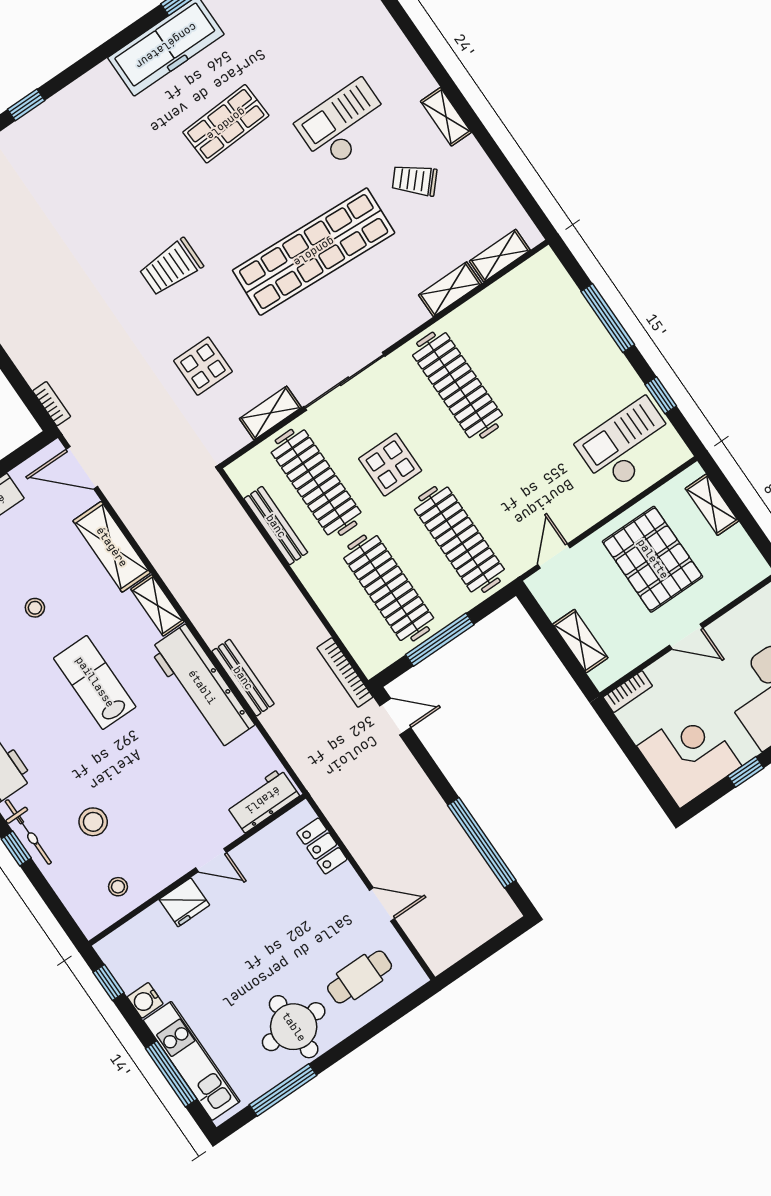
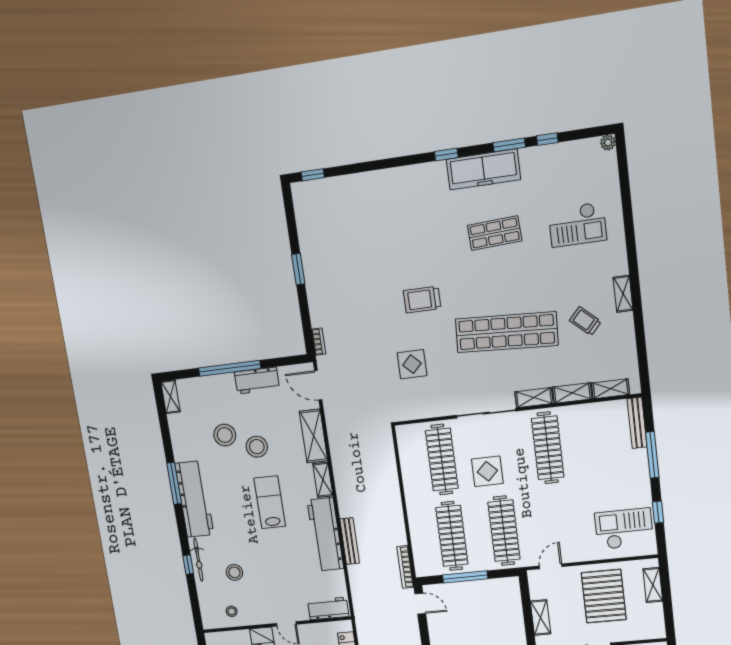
window: (26, 105) -> (446, 154), moved
checkout: (344, 124) -> (577, 225), moved, turned 180
shelving: (270, 413) -> (534, 398), moved
bench: (276, 526) -> (637, 423), moved
stool: (35, 608) -> (257, 447), width x1.89, depth x1.89

